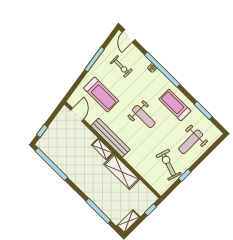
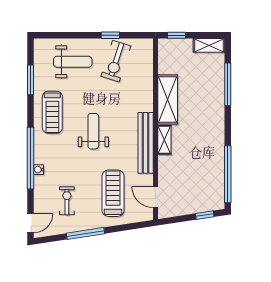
door: (77, 115) -> (155, 197), hinge flipped

